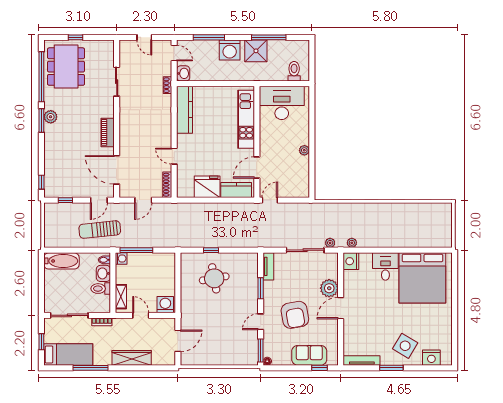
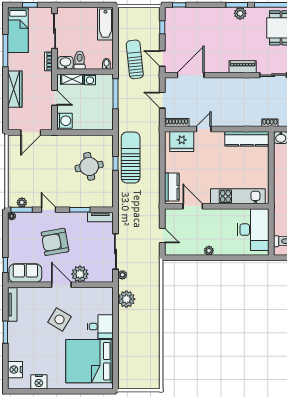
piano: (108, 132) -> (243, 67), moved
fridge: (207, 187) -> (182, 141), moved, turned 90
door: (270, 200) -> (162, 236), moved
sun lounger: (205, 234) -> (131, 158), added
plant: (352, 243) -> (126, 299), width x1.88, depth x1.88
washing machine: (121, 259) -> (90, 79), moved
nightstand: (351, 261) -> (39, 382), moved, turned 180
washbasin: (103, 273) -> (65, 63), moved
door: (141, 315) -> (55, 98), hinge flipped
door: (178, 341) -> (31, 133), hinge flipped
side table: (405, 346) -> (59, 319), moved
plant: (253, 350) -> (22, 203), added
sofa: (309, 355) -> (25, 273), moved, turned -90

